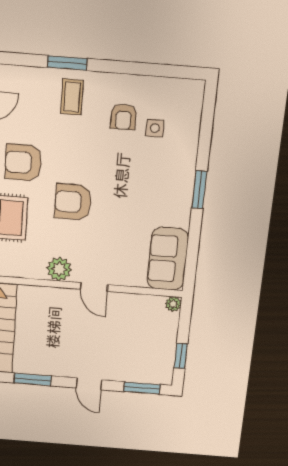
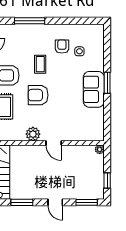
window: (67, 63) -> (30, 21), width x1.44
coffee table: (72, 97) -> (40, 64), moved
armchair: (123, 117) -> (62, 47), turned 180
sofa: (168, 259) -> (94, 89), moved

